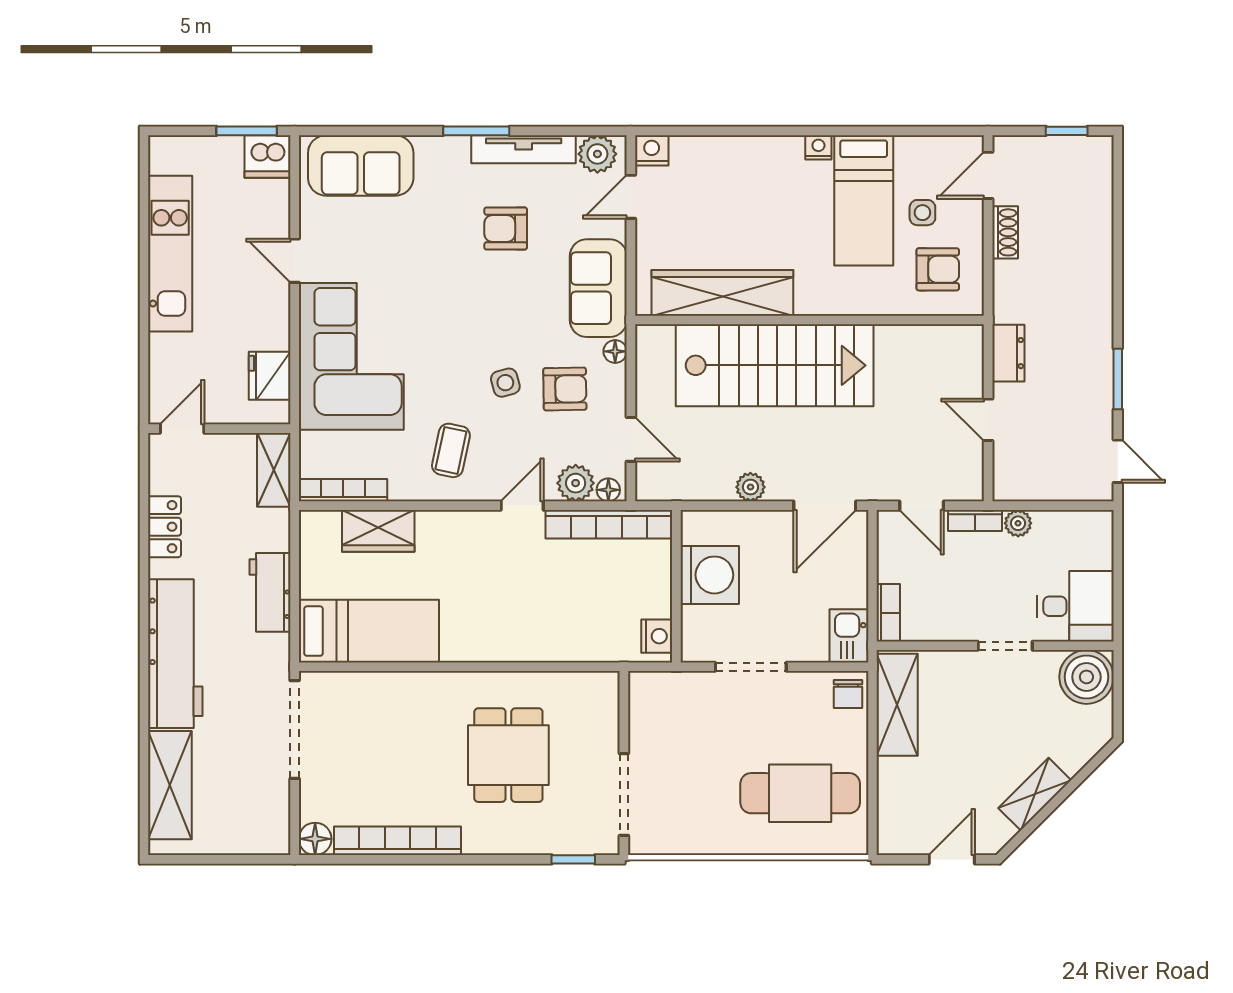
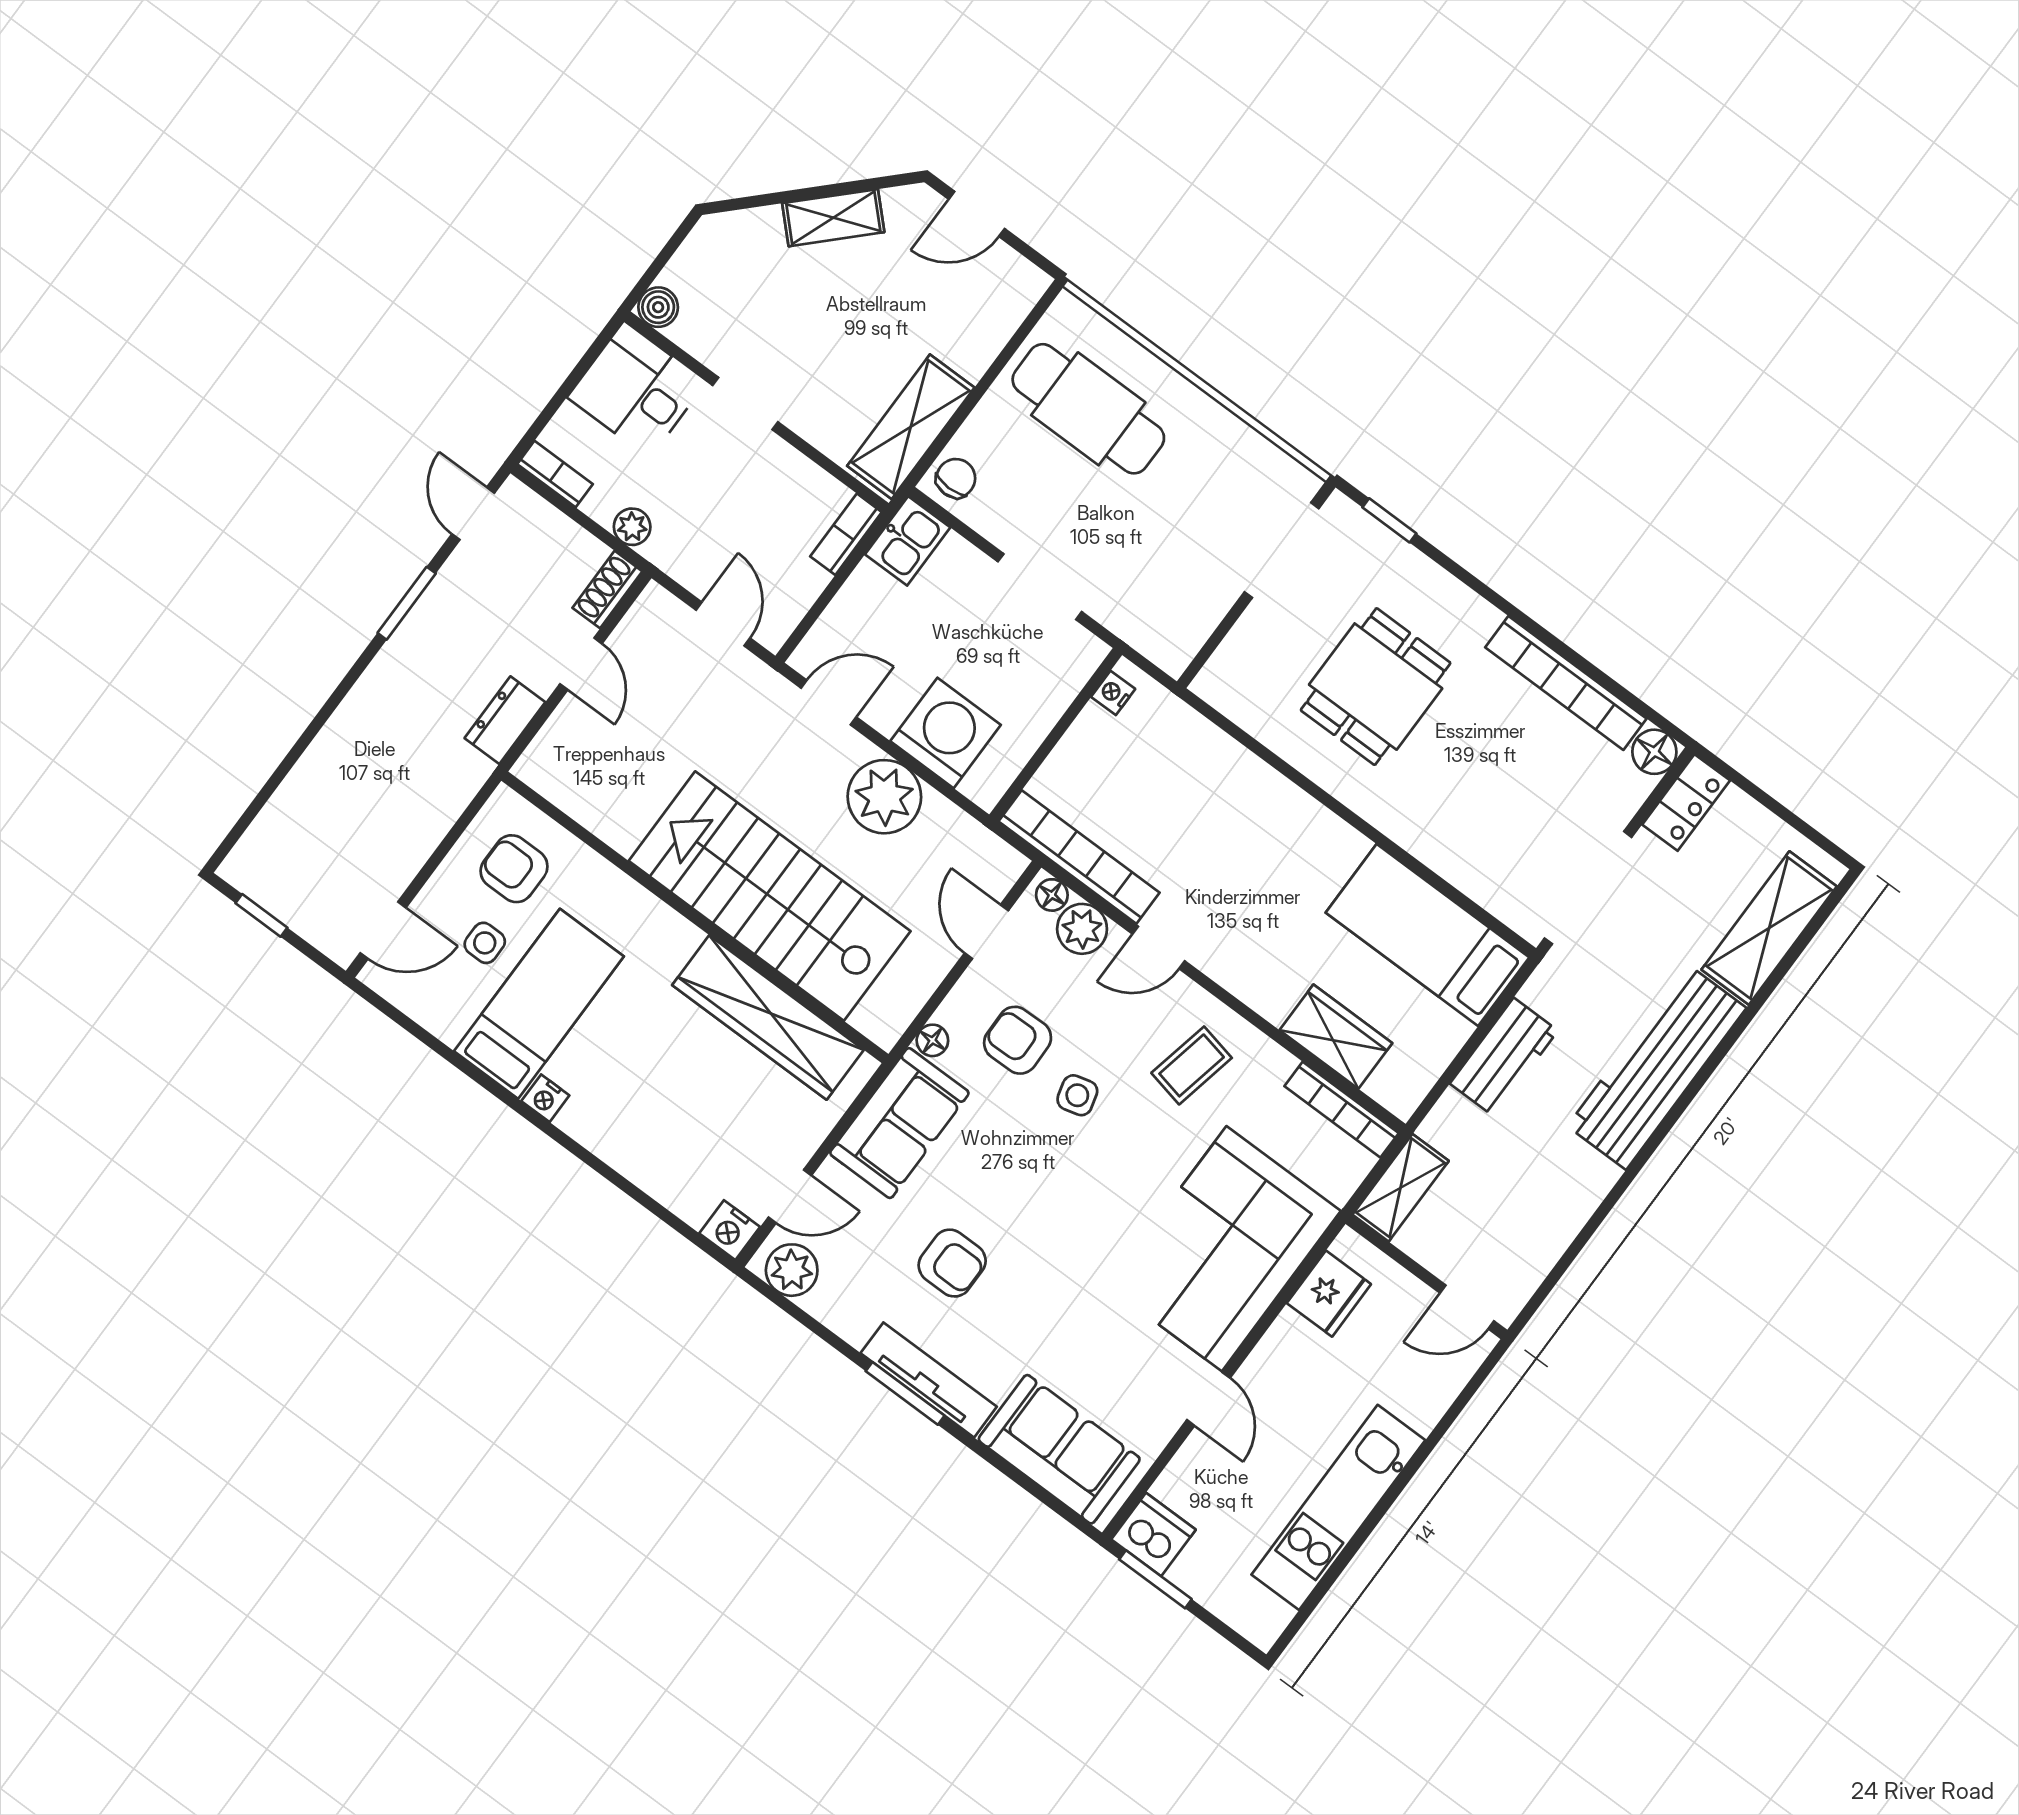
tv unit: (524, 149) -> (929, 1380), moved
shoe rack: (1005, 232) -> (607, 590), moved
plant: (750, 487) -> (884, 797), width x1.88, depth x1.88
door: (825, 506) -> (829, 703), width x0.73
bookcase: (975, 521) -> (555, 474), moved
locker: (165, 527) -> (1686, 803), moved, turned 180
washing machine: (710, 575) -> (946, 733), moved, turned 90
nightstand: (657, 636) -> (1113, 693), width x0.72, depth x0.74
boiler: (1086, 677) -> (658, 307), width x0.54, depth x0.54

